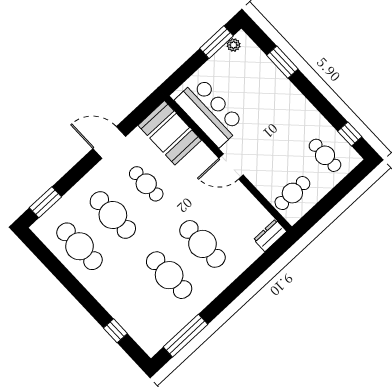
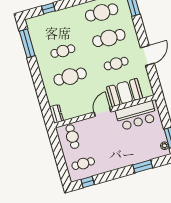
booth: (170, 133) -> (125, 93), moved
cafe table: (169, 275) -> (63, 51), width x0.73, depth x0.74

